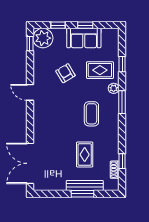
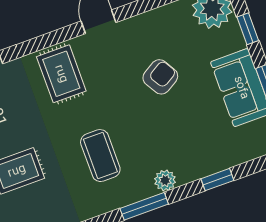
rug: (100, 70) -> (61, 74), moved
coffee table: (91, 114) -> (100, 156), turned 90

